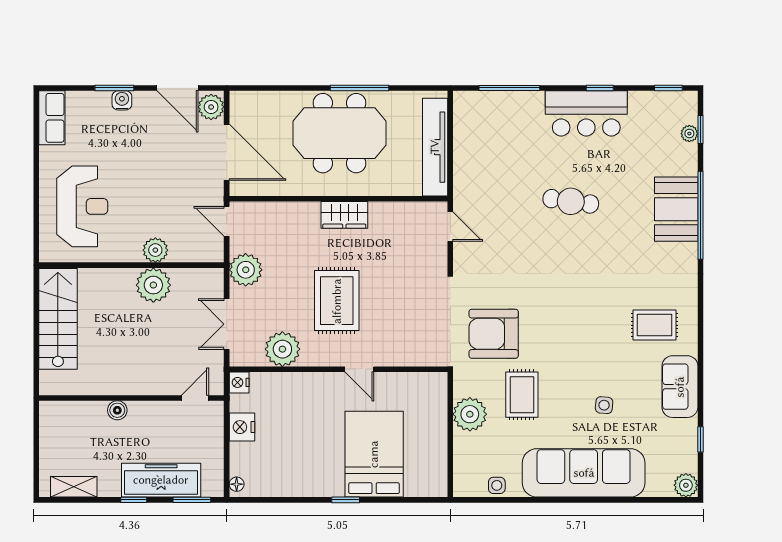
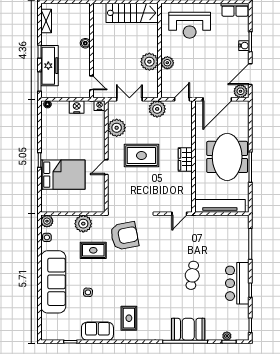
armchair: (494, 334) -> (124, 236), turned 79
plant: (686, 485) -> (47, 221), moved

